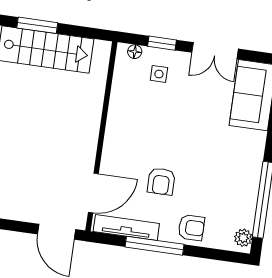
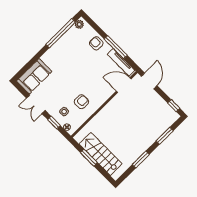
window: (37, 25) -> (89, 158), moved
double door: (215, 51) -> (36, 104), swing flipped
armchair: (161, 181) -> (81, 102), moved

